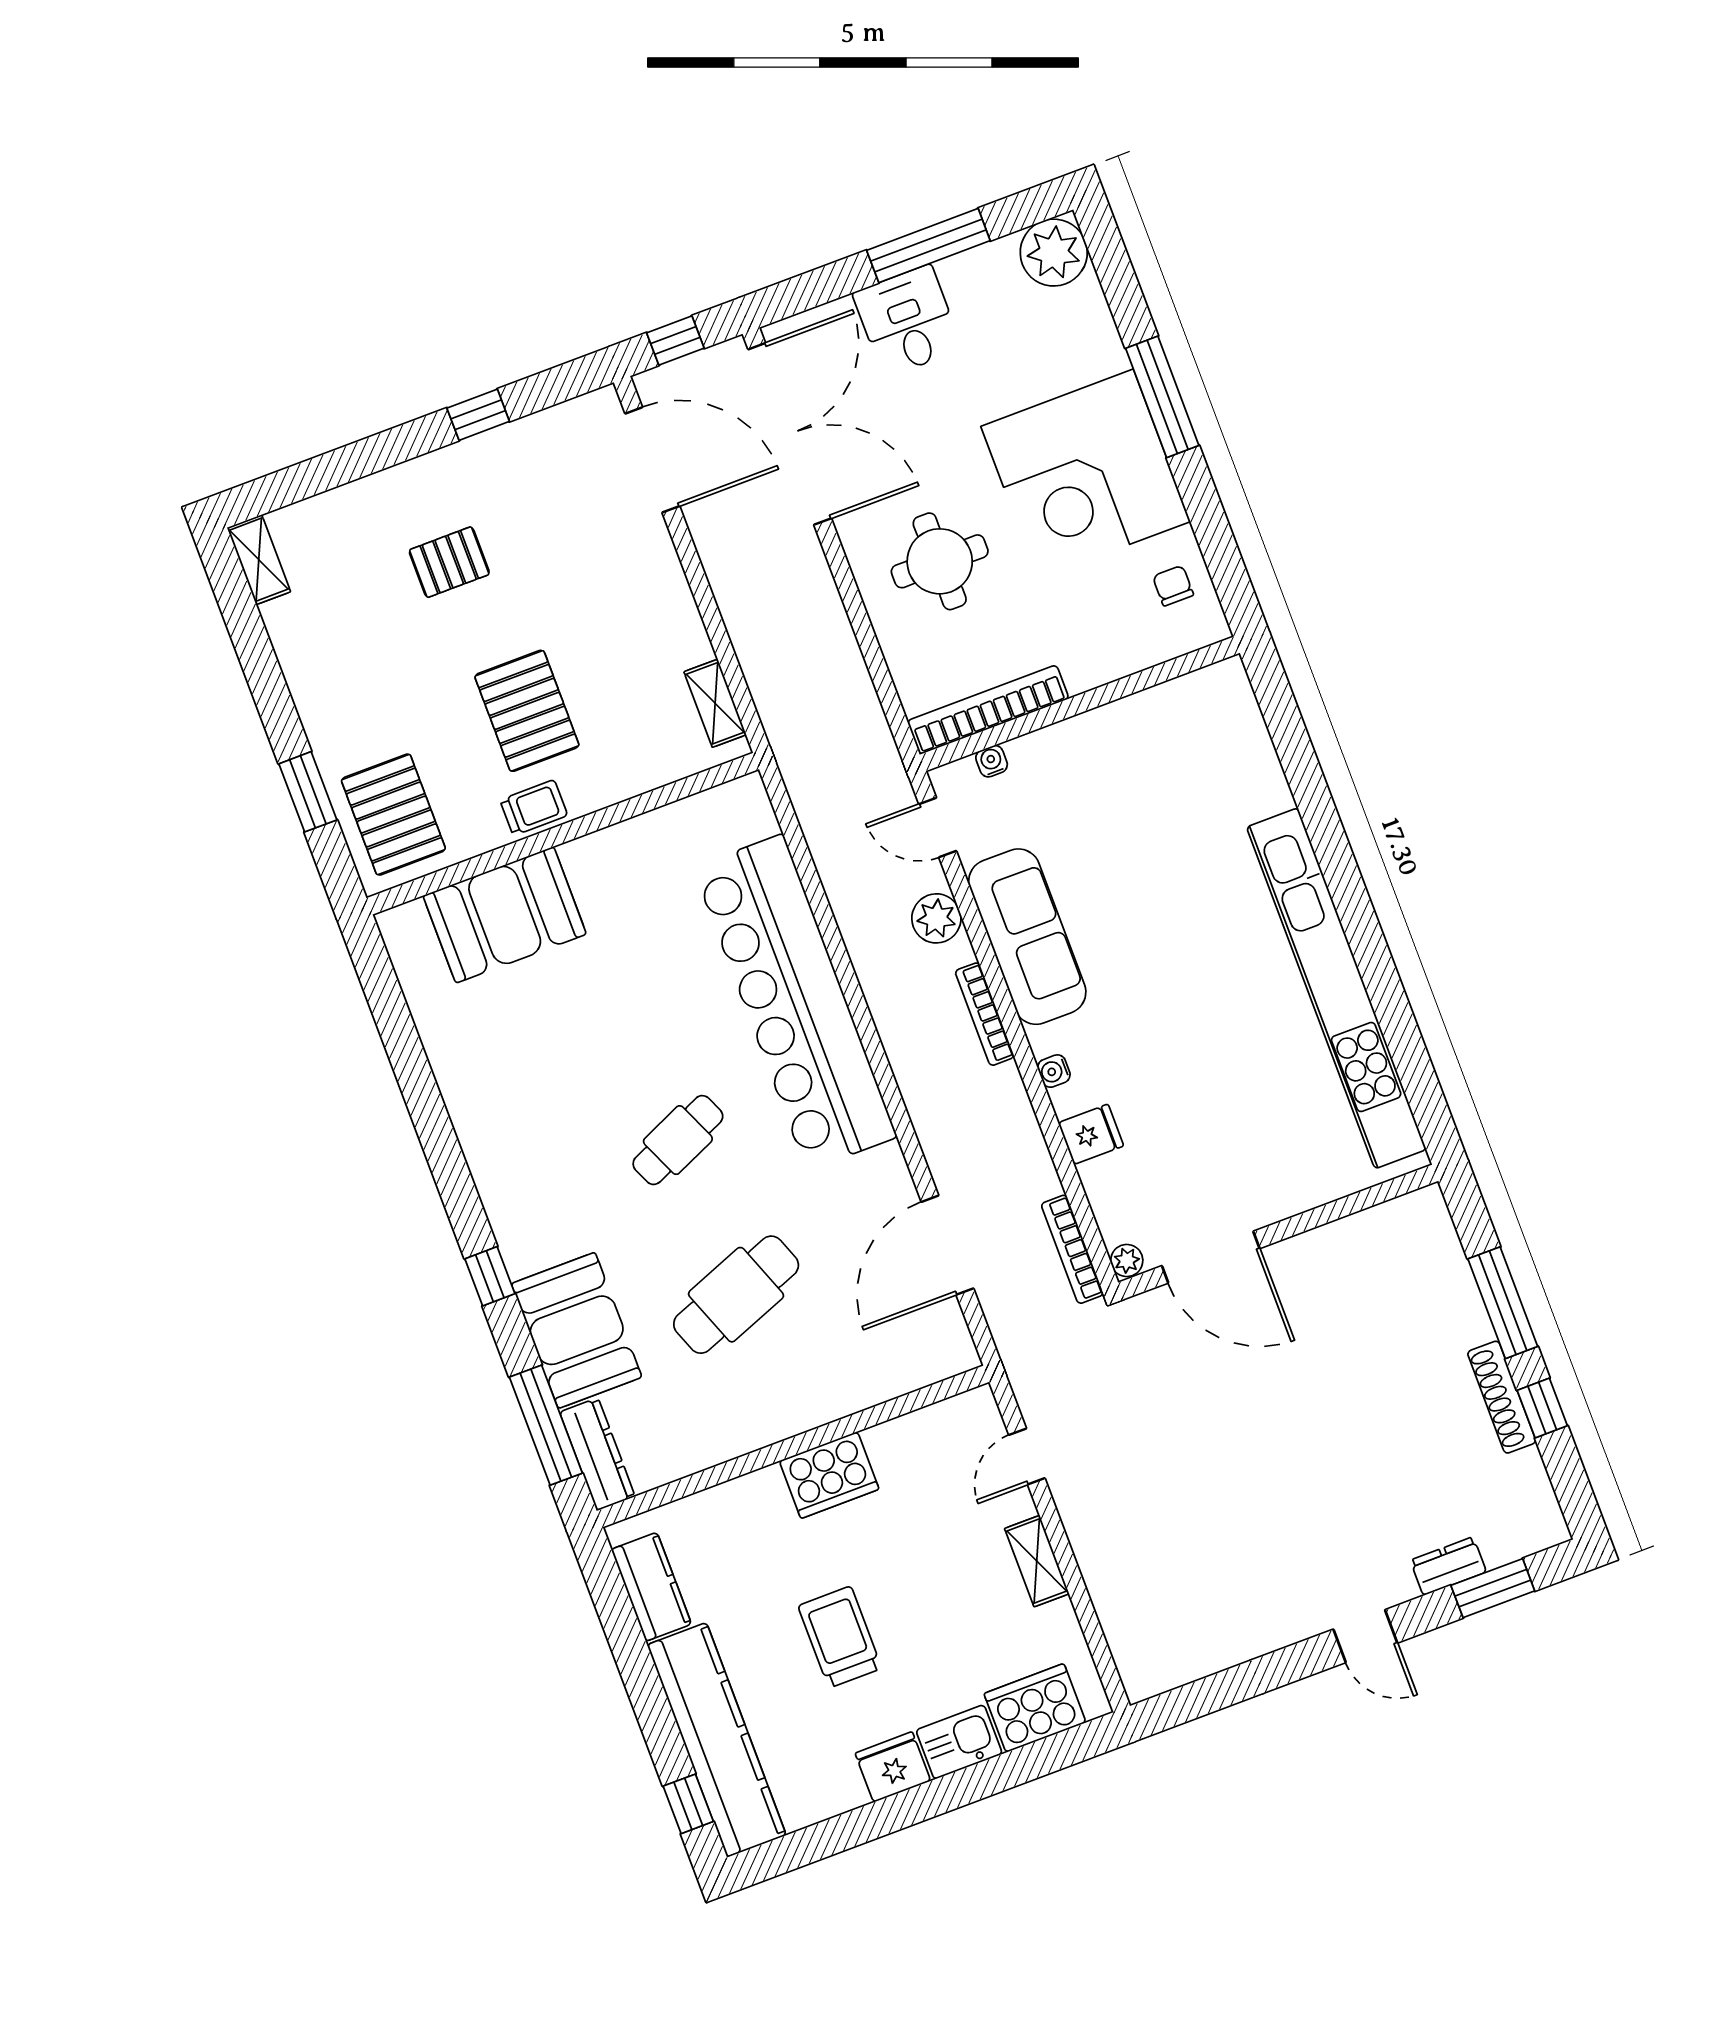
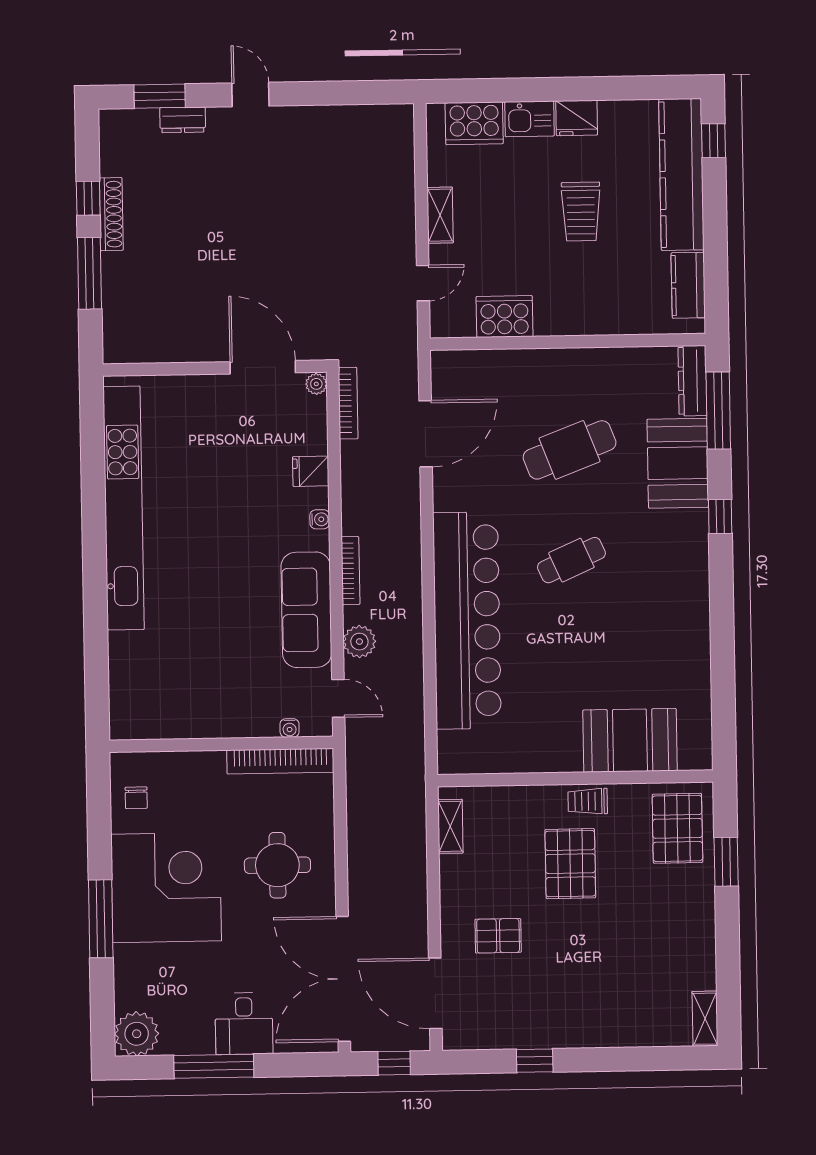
pallet: (449, 562) -> (498, 936), moved
cooker: (829, 1475) -> (505, 317), moved

